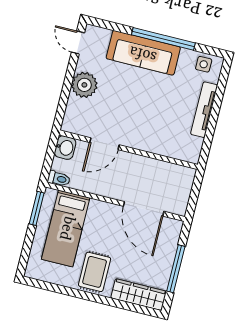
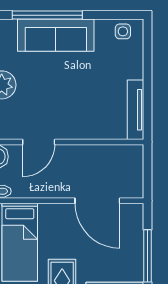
window: (163, 39) -> (47, 15), moved
tv unit: (204, 110) -> (135, 110), moved

